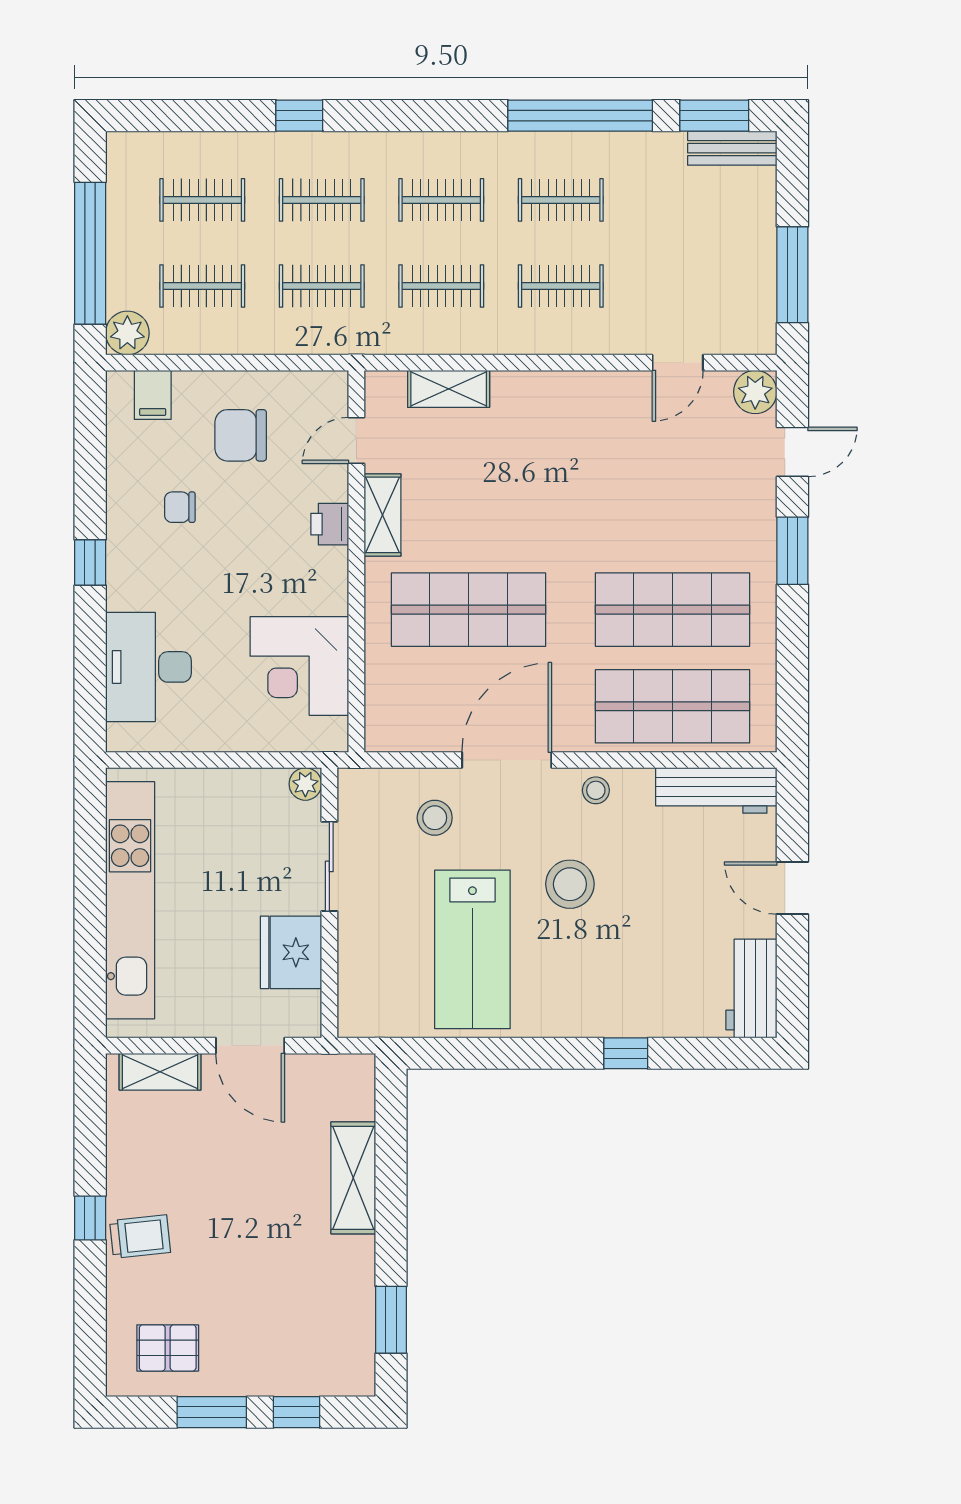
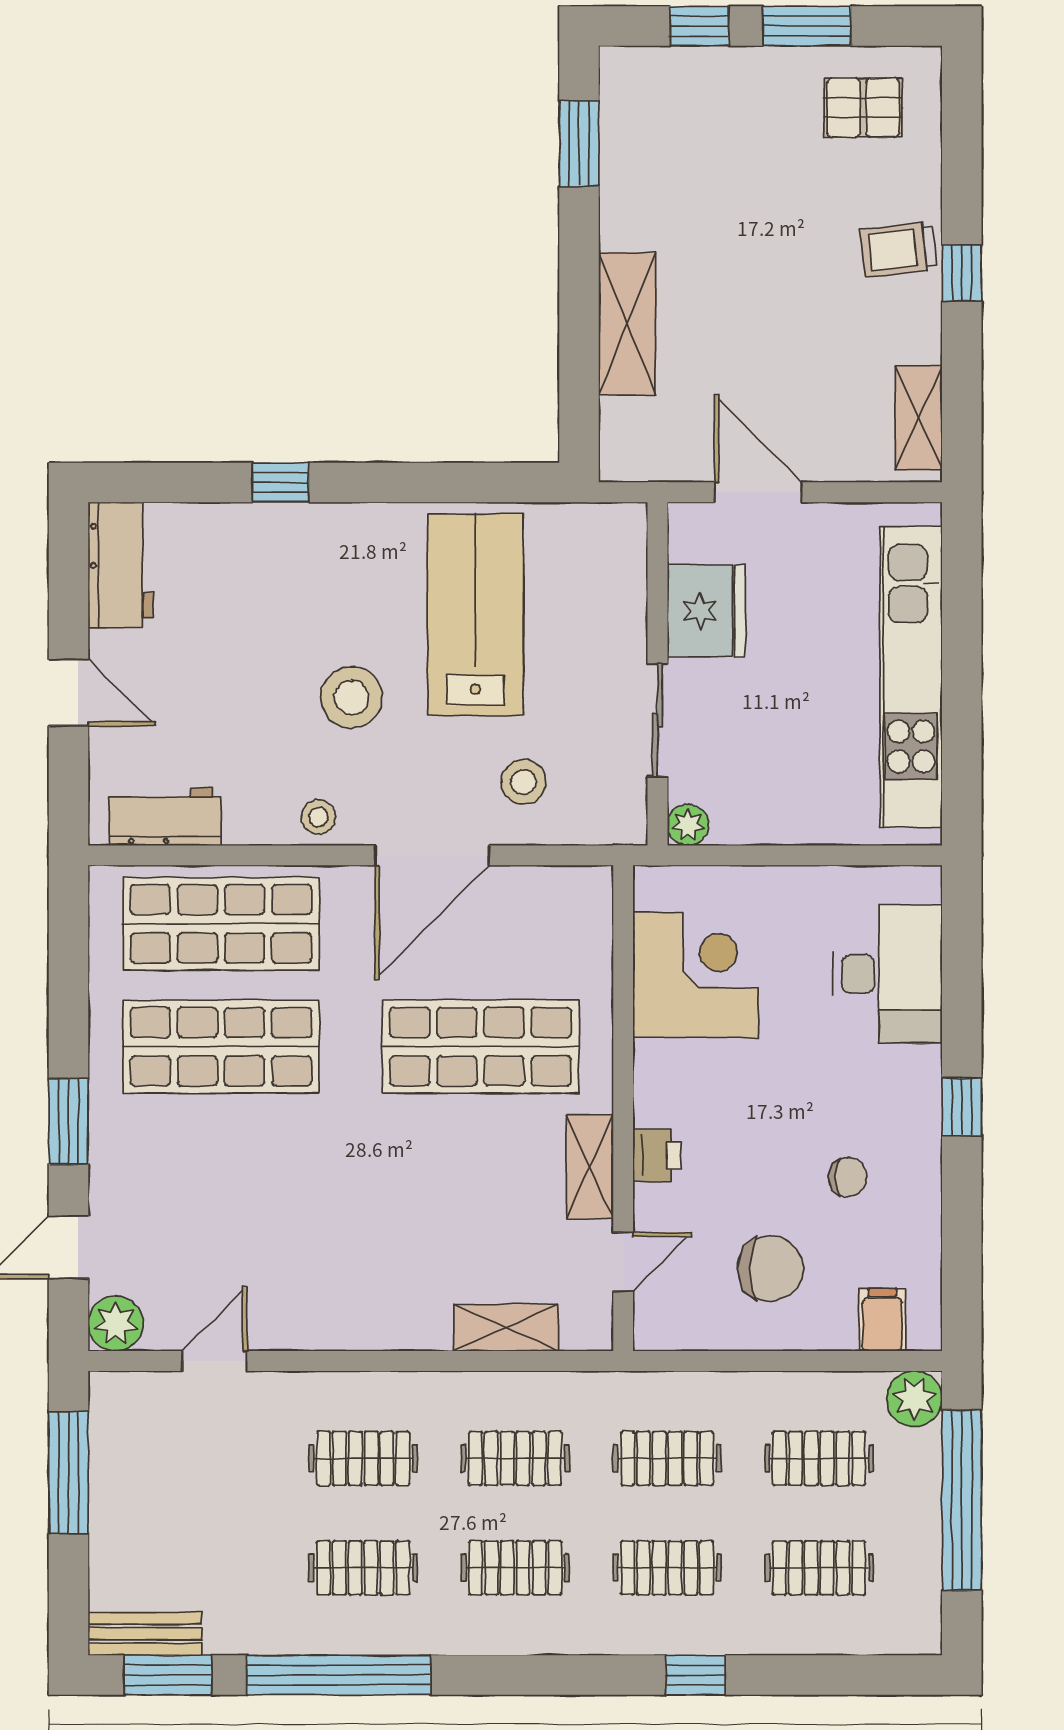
workbench: (716, 790) -> (165, 817), width x0.73
shelving: (160, 1072) -> (919, 418), moved, turned 90

